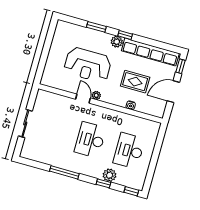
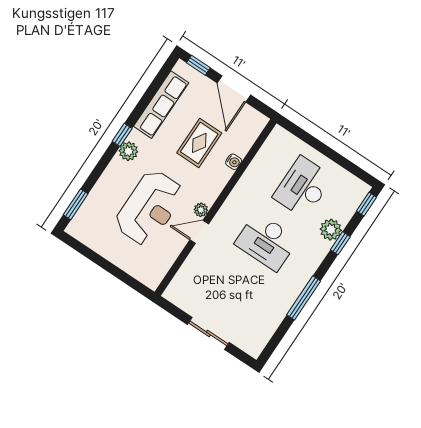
window: (96, 27) -> (76, 204), moved
row of seats: (150, 52) -> (161, 105), width x0.73
desk: (129, 151) -> (303, 187), turned 90

